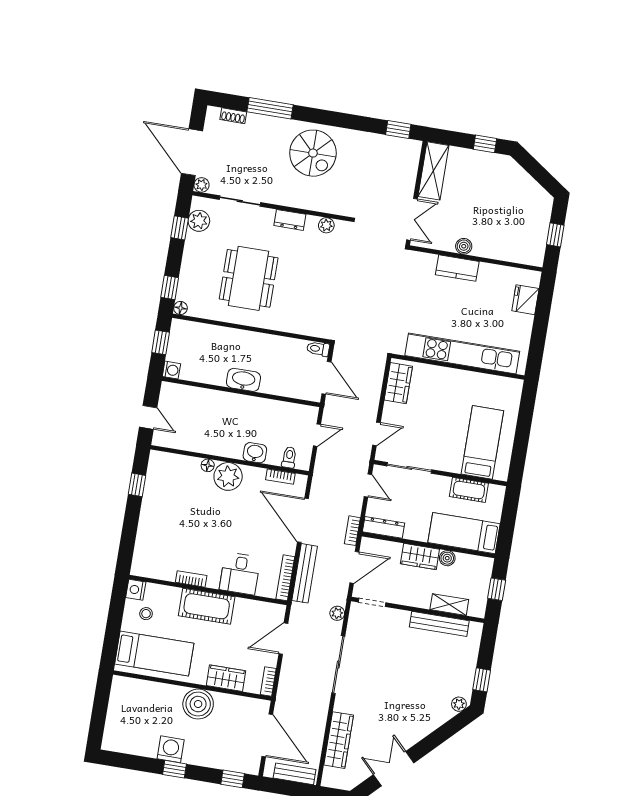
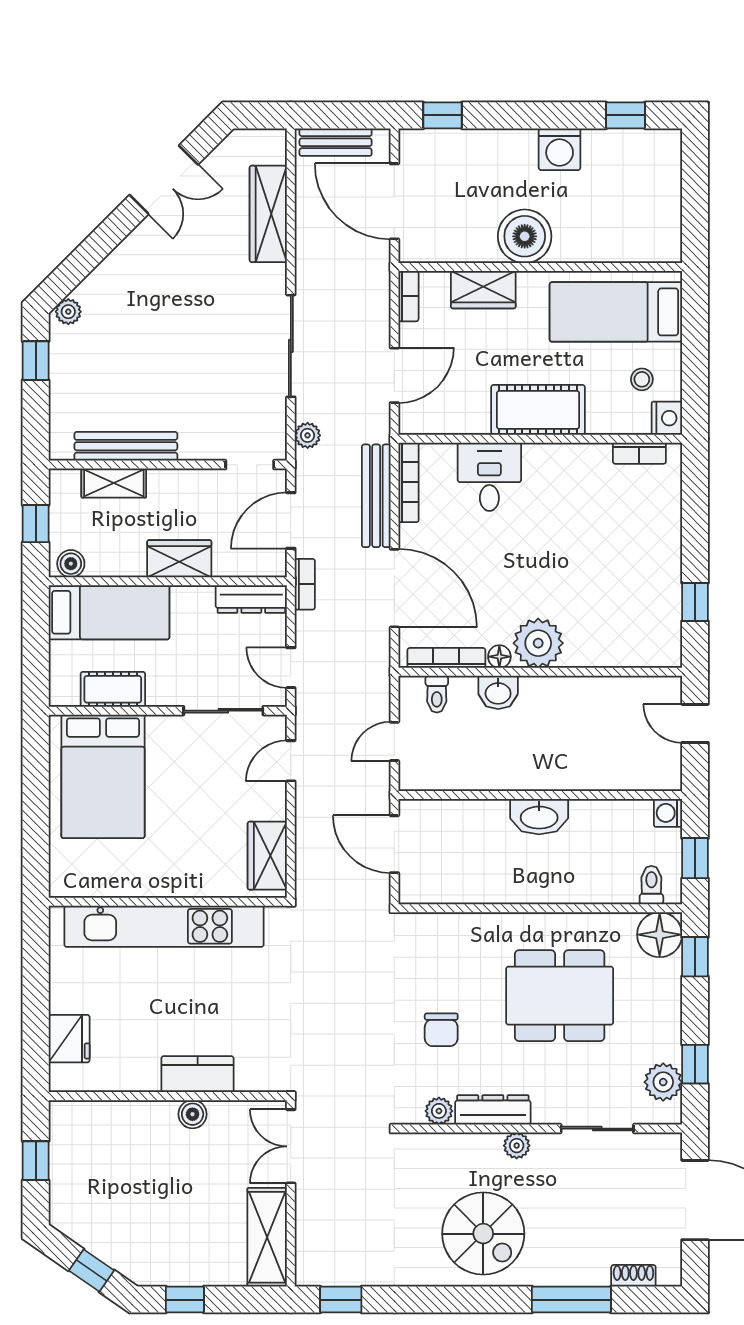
spiral stairs: (313, 153) -> (483, 1234), turned 180
window: (534, 169) -> (92, 1270), added
plant: (202, 185) -> (517, 1146), moved
dresser: (290, 220) -> (493, 1110), width x1.44
chair: (318, 270) -> (441, 1030), added
dining table: (249, 278) -> (560, 996), turned 90
floor lamp: (180, 308) -> (660, 935), width x1.89, depth x1.89
toilet: (318, 349) -> (651, 885), moved, turned -90
bed: (482, 442) -> (103, 776), width x1.50
floor lamp: (208, 465) -> (499, 657), moved
bookcase: (280, 477) -> (446, 658), width x1.56
boiler: (447, 558) -> (71, 564), moved
bookcase: (191, 579) -> (639, 453), moved
window: (175, 769) -> (626, 115), moved

